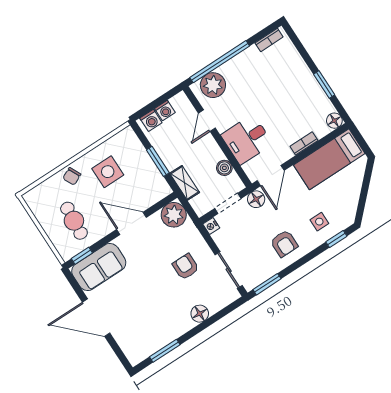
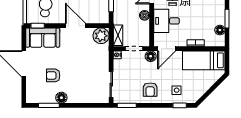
floor lamp: (334, 121) -> (220, 30), moved
boiler: (224, 168) -> (145, 15), moved
shelving: (185, 183) -> (118, 35), moved
armchair: (186, 267) -> (53, 75), moved, turned -90
floor lamp: (200, 314) -> (61, 98), moved

